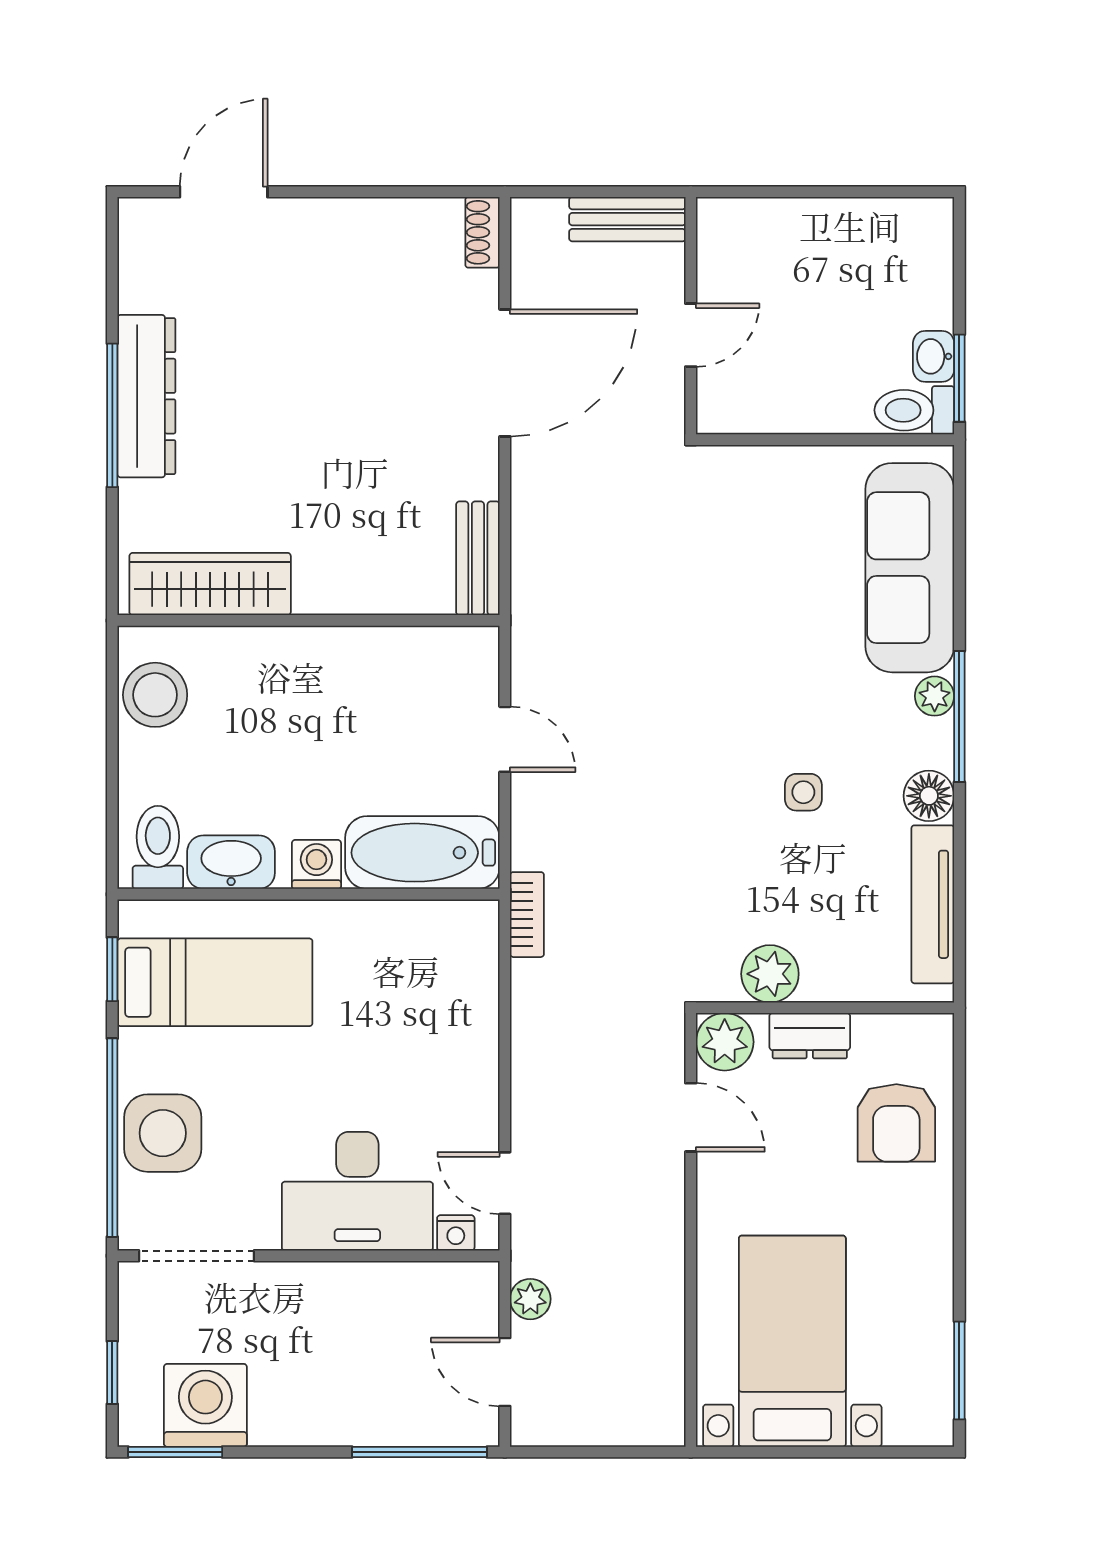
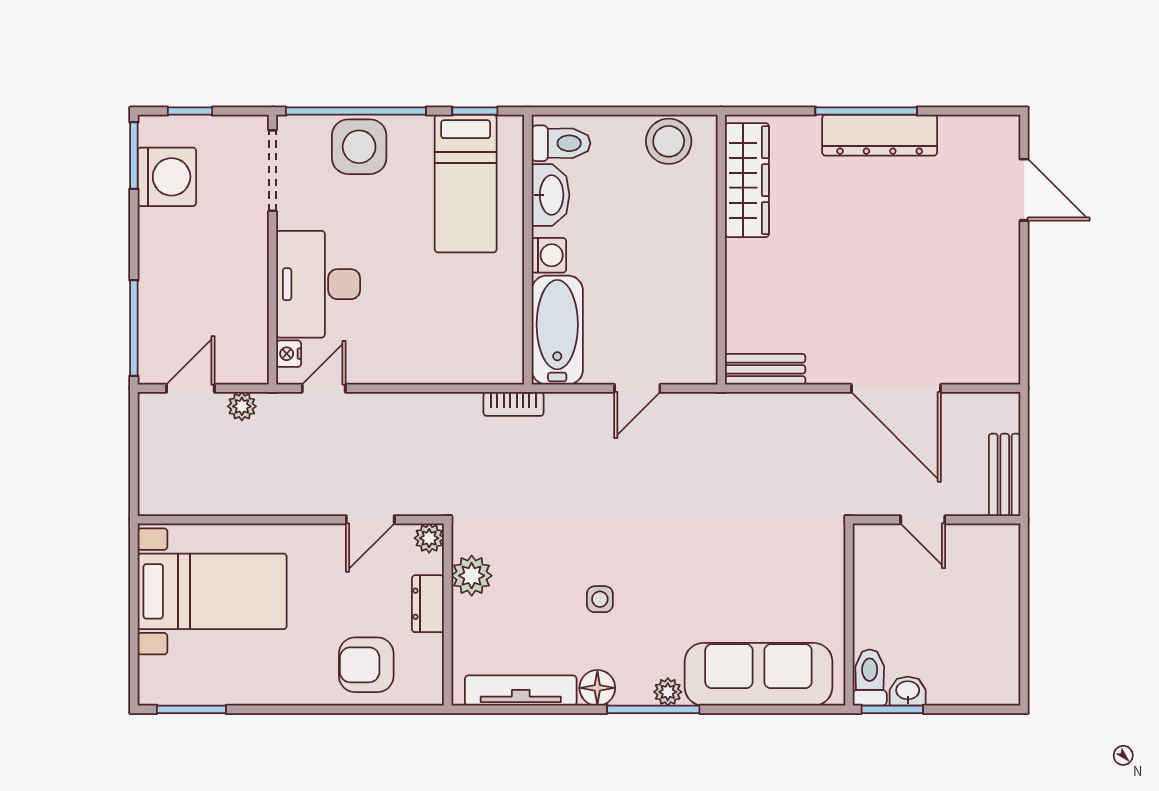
shoe rack: (482, 232) -> (995, 373), removed
plant: (725, 1042) -> (429, 538), width x0.73, depth x0.73

